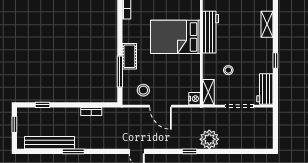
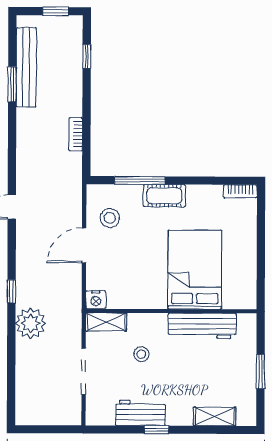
workbench: (265, 89) -> (140, 413), moved
window: (73, 151) -> (12, 84), moved

